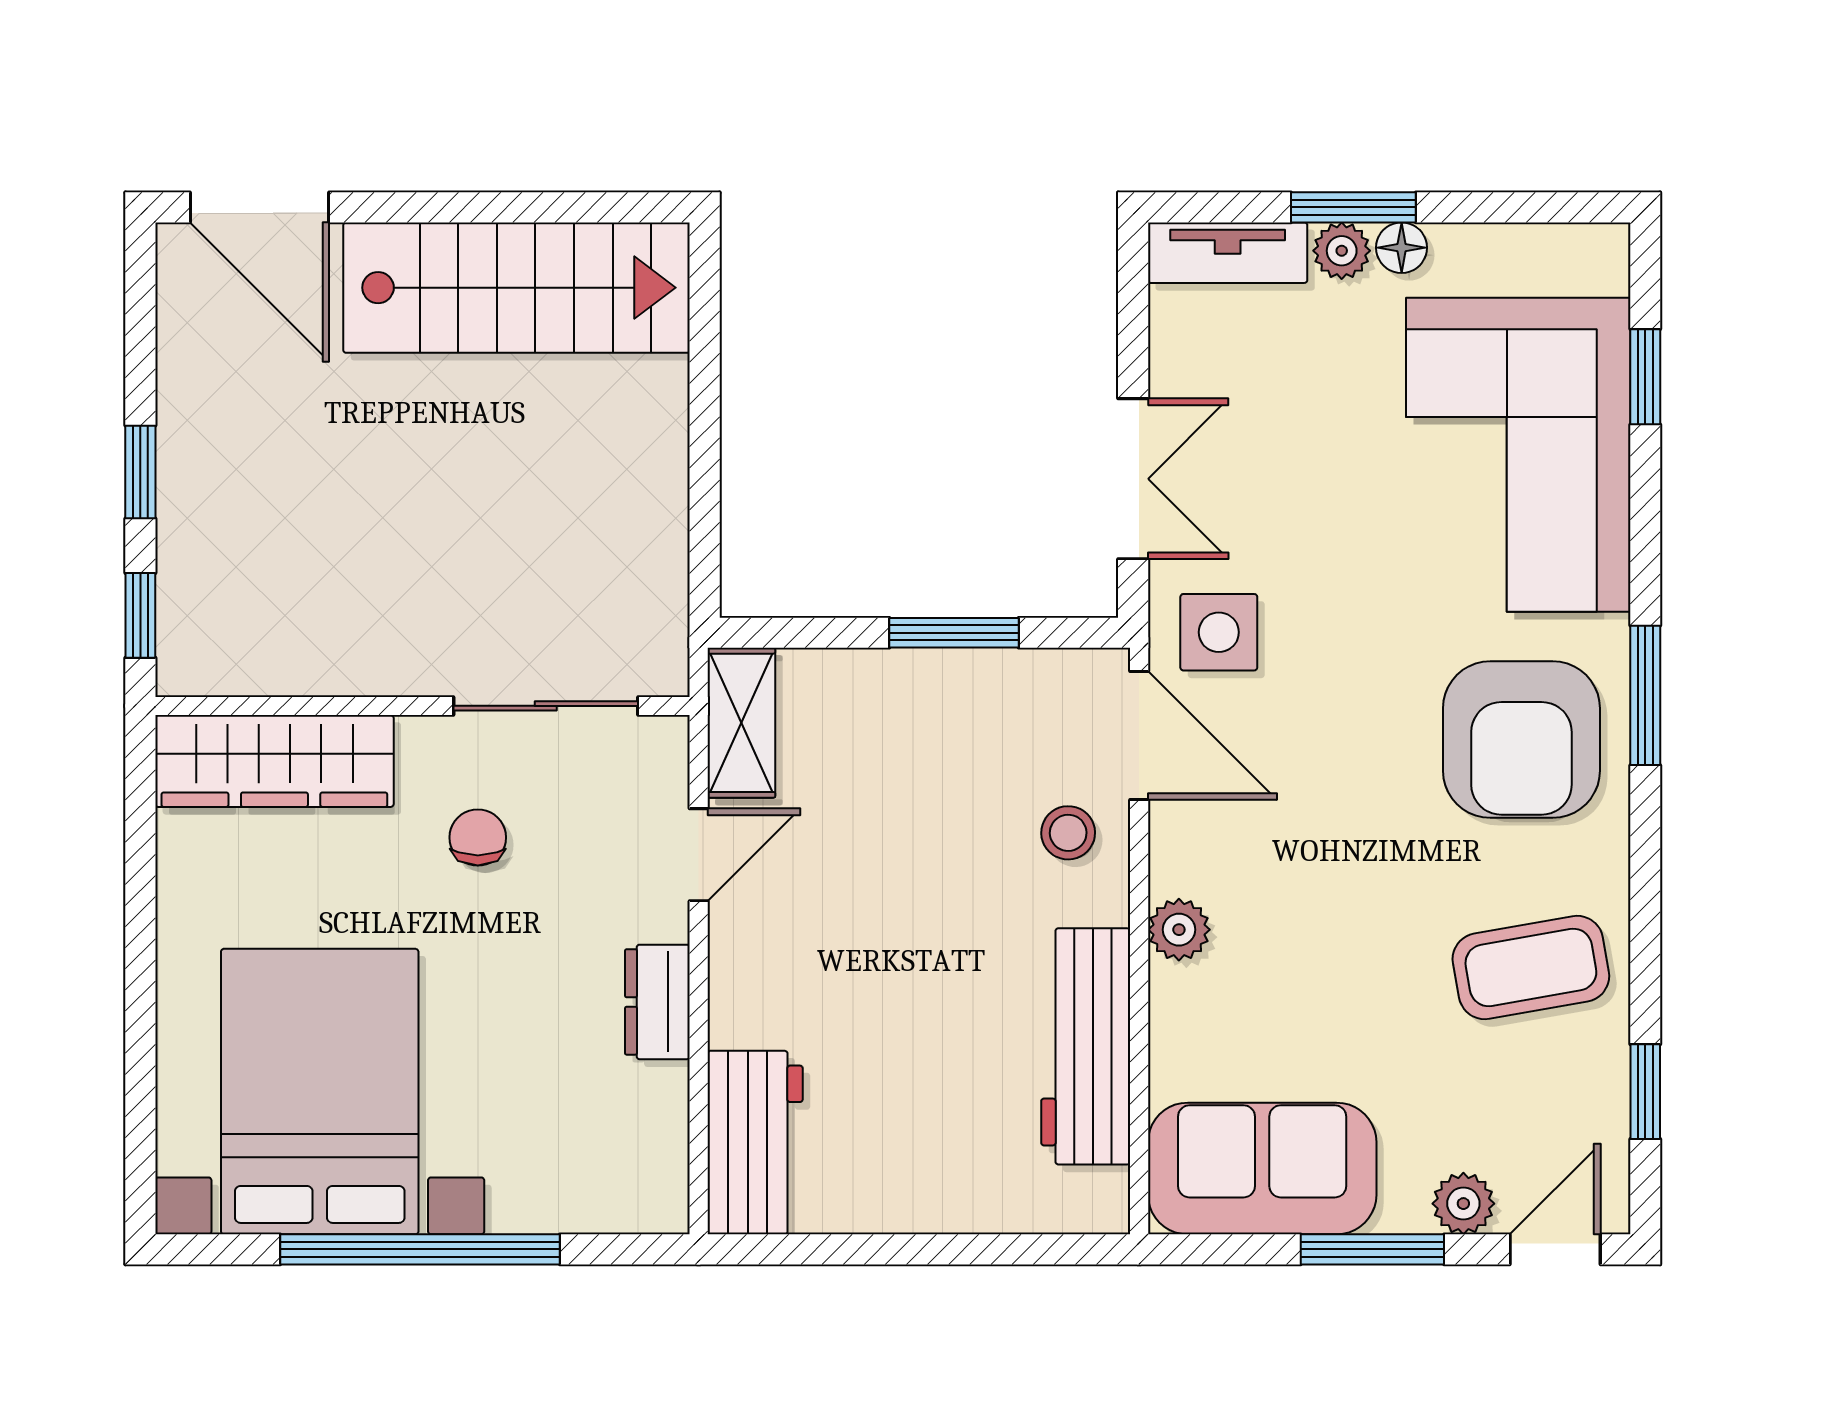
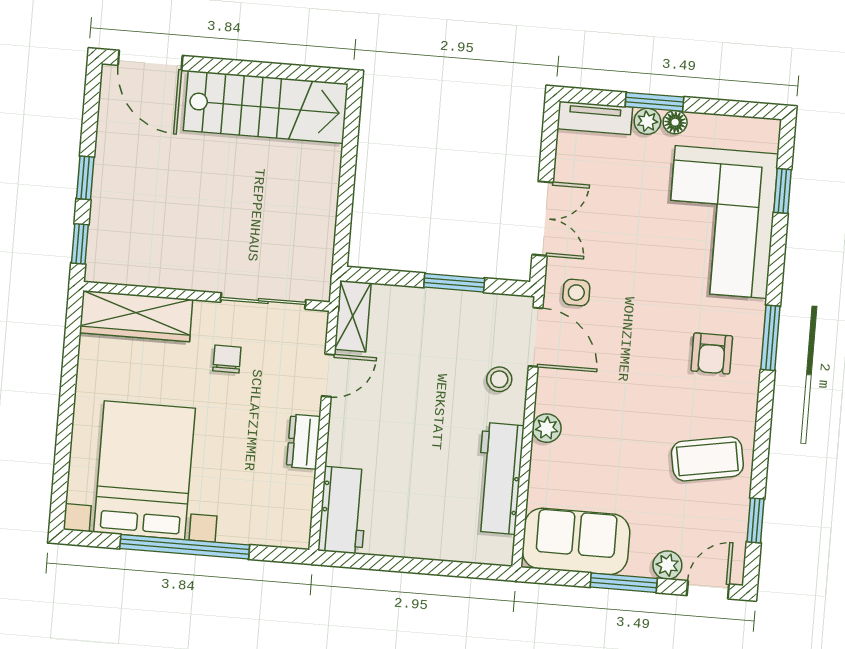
side table: (1219, 632) -> (576, 293), width x0.73, depth x0.73
armchair: (1521, 740) -> (712, 353), width x0.53, depth x0.53

